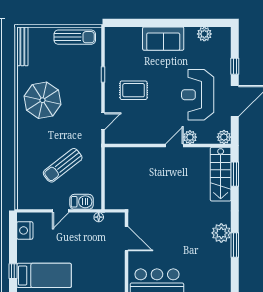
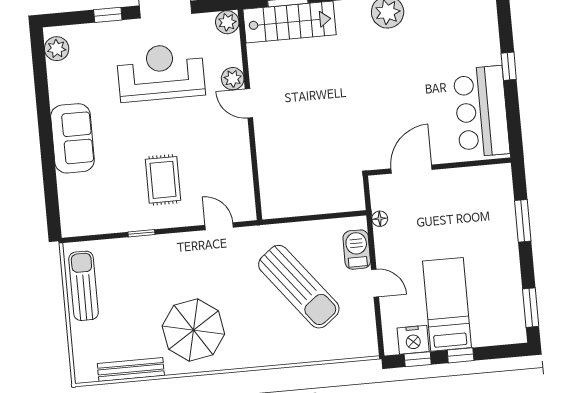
plant: (204, 34) -> (57, 49), moved
bench: (22, 46) -> (131, 370), moved
reception desk: (198, 95) -> (161, 72), turned 180
sun lounger: (63, 165) -> (299, 287), width x1.36, depth x1.34
window: (13, 232) -> (418, 359), added
window: (13, 271) -> (461, 355), moved
bed: (44, 275) -> (447, 304), moved

